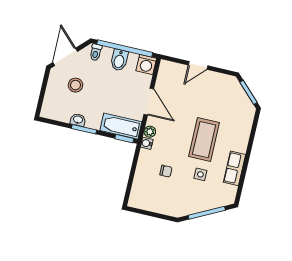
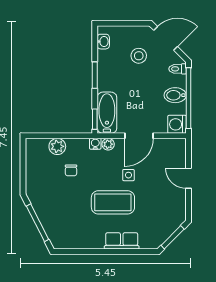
washbasin: (78, 120) -> (103, 42), moved
row of seats: (234, 168) -> (122, 241), moved
side table: (200, 174) -> (128, 175), moved
plant: (141, 179) -> (57, 146), added

